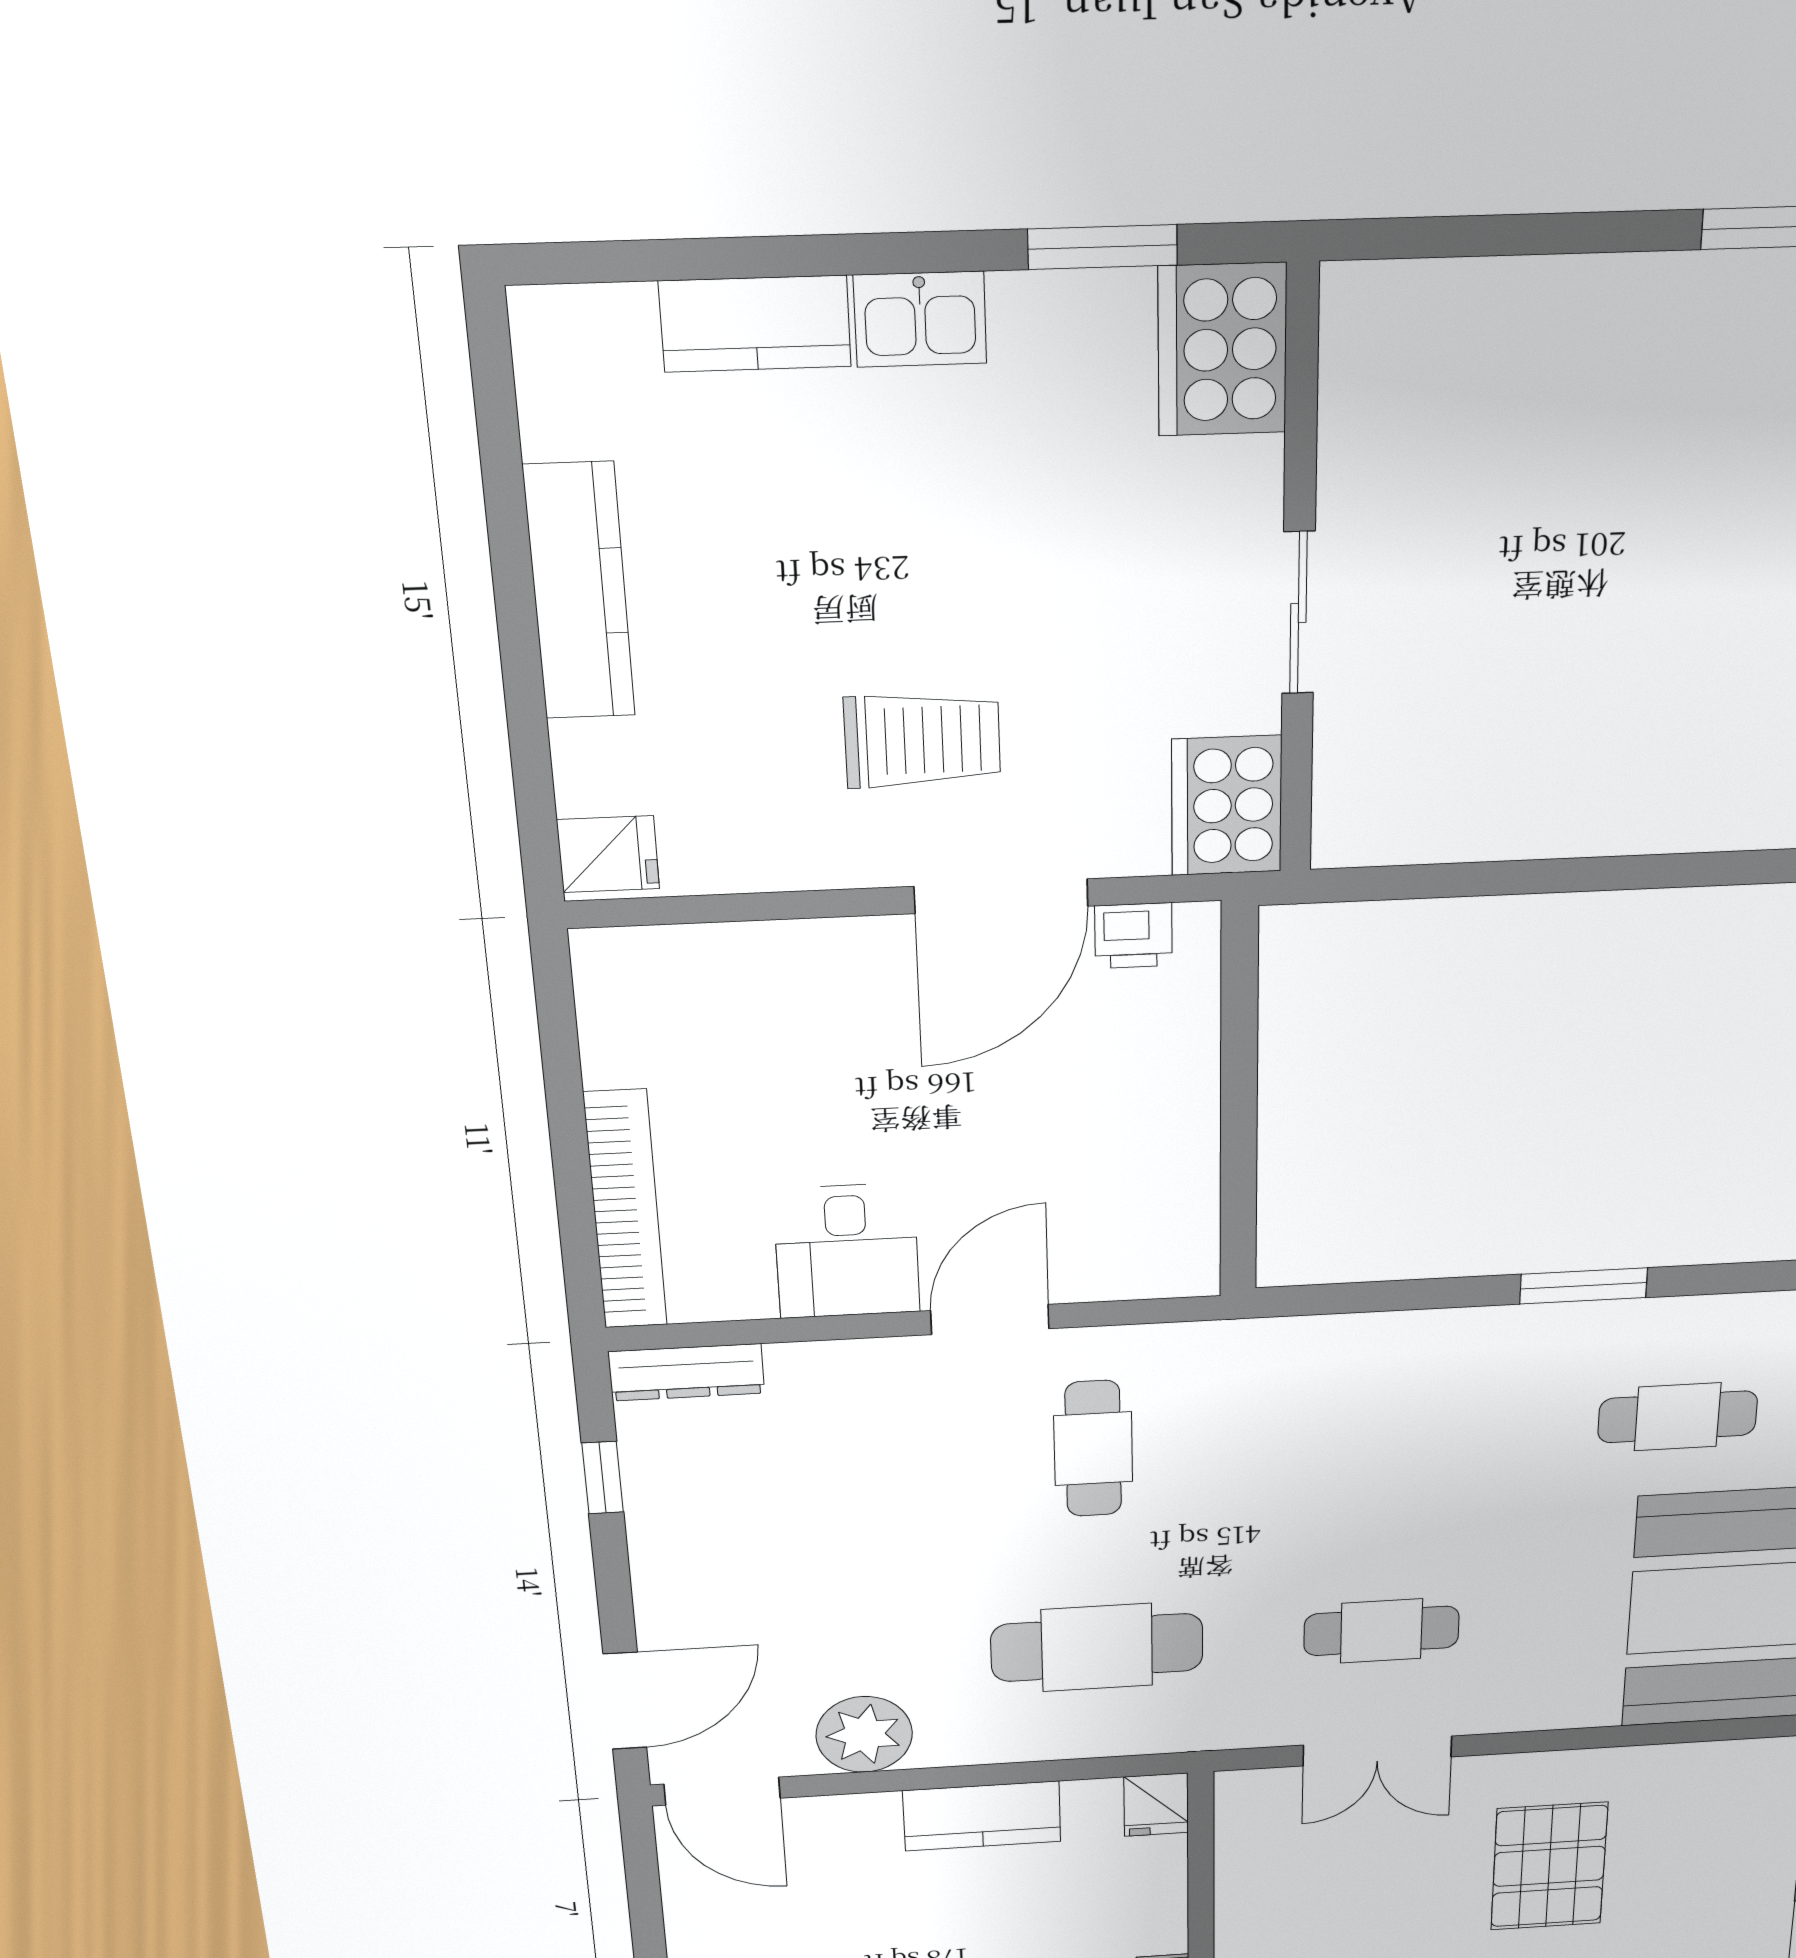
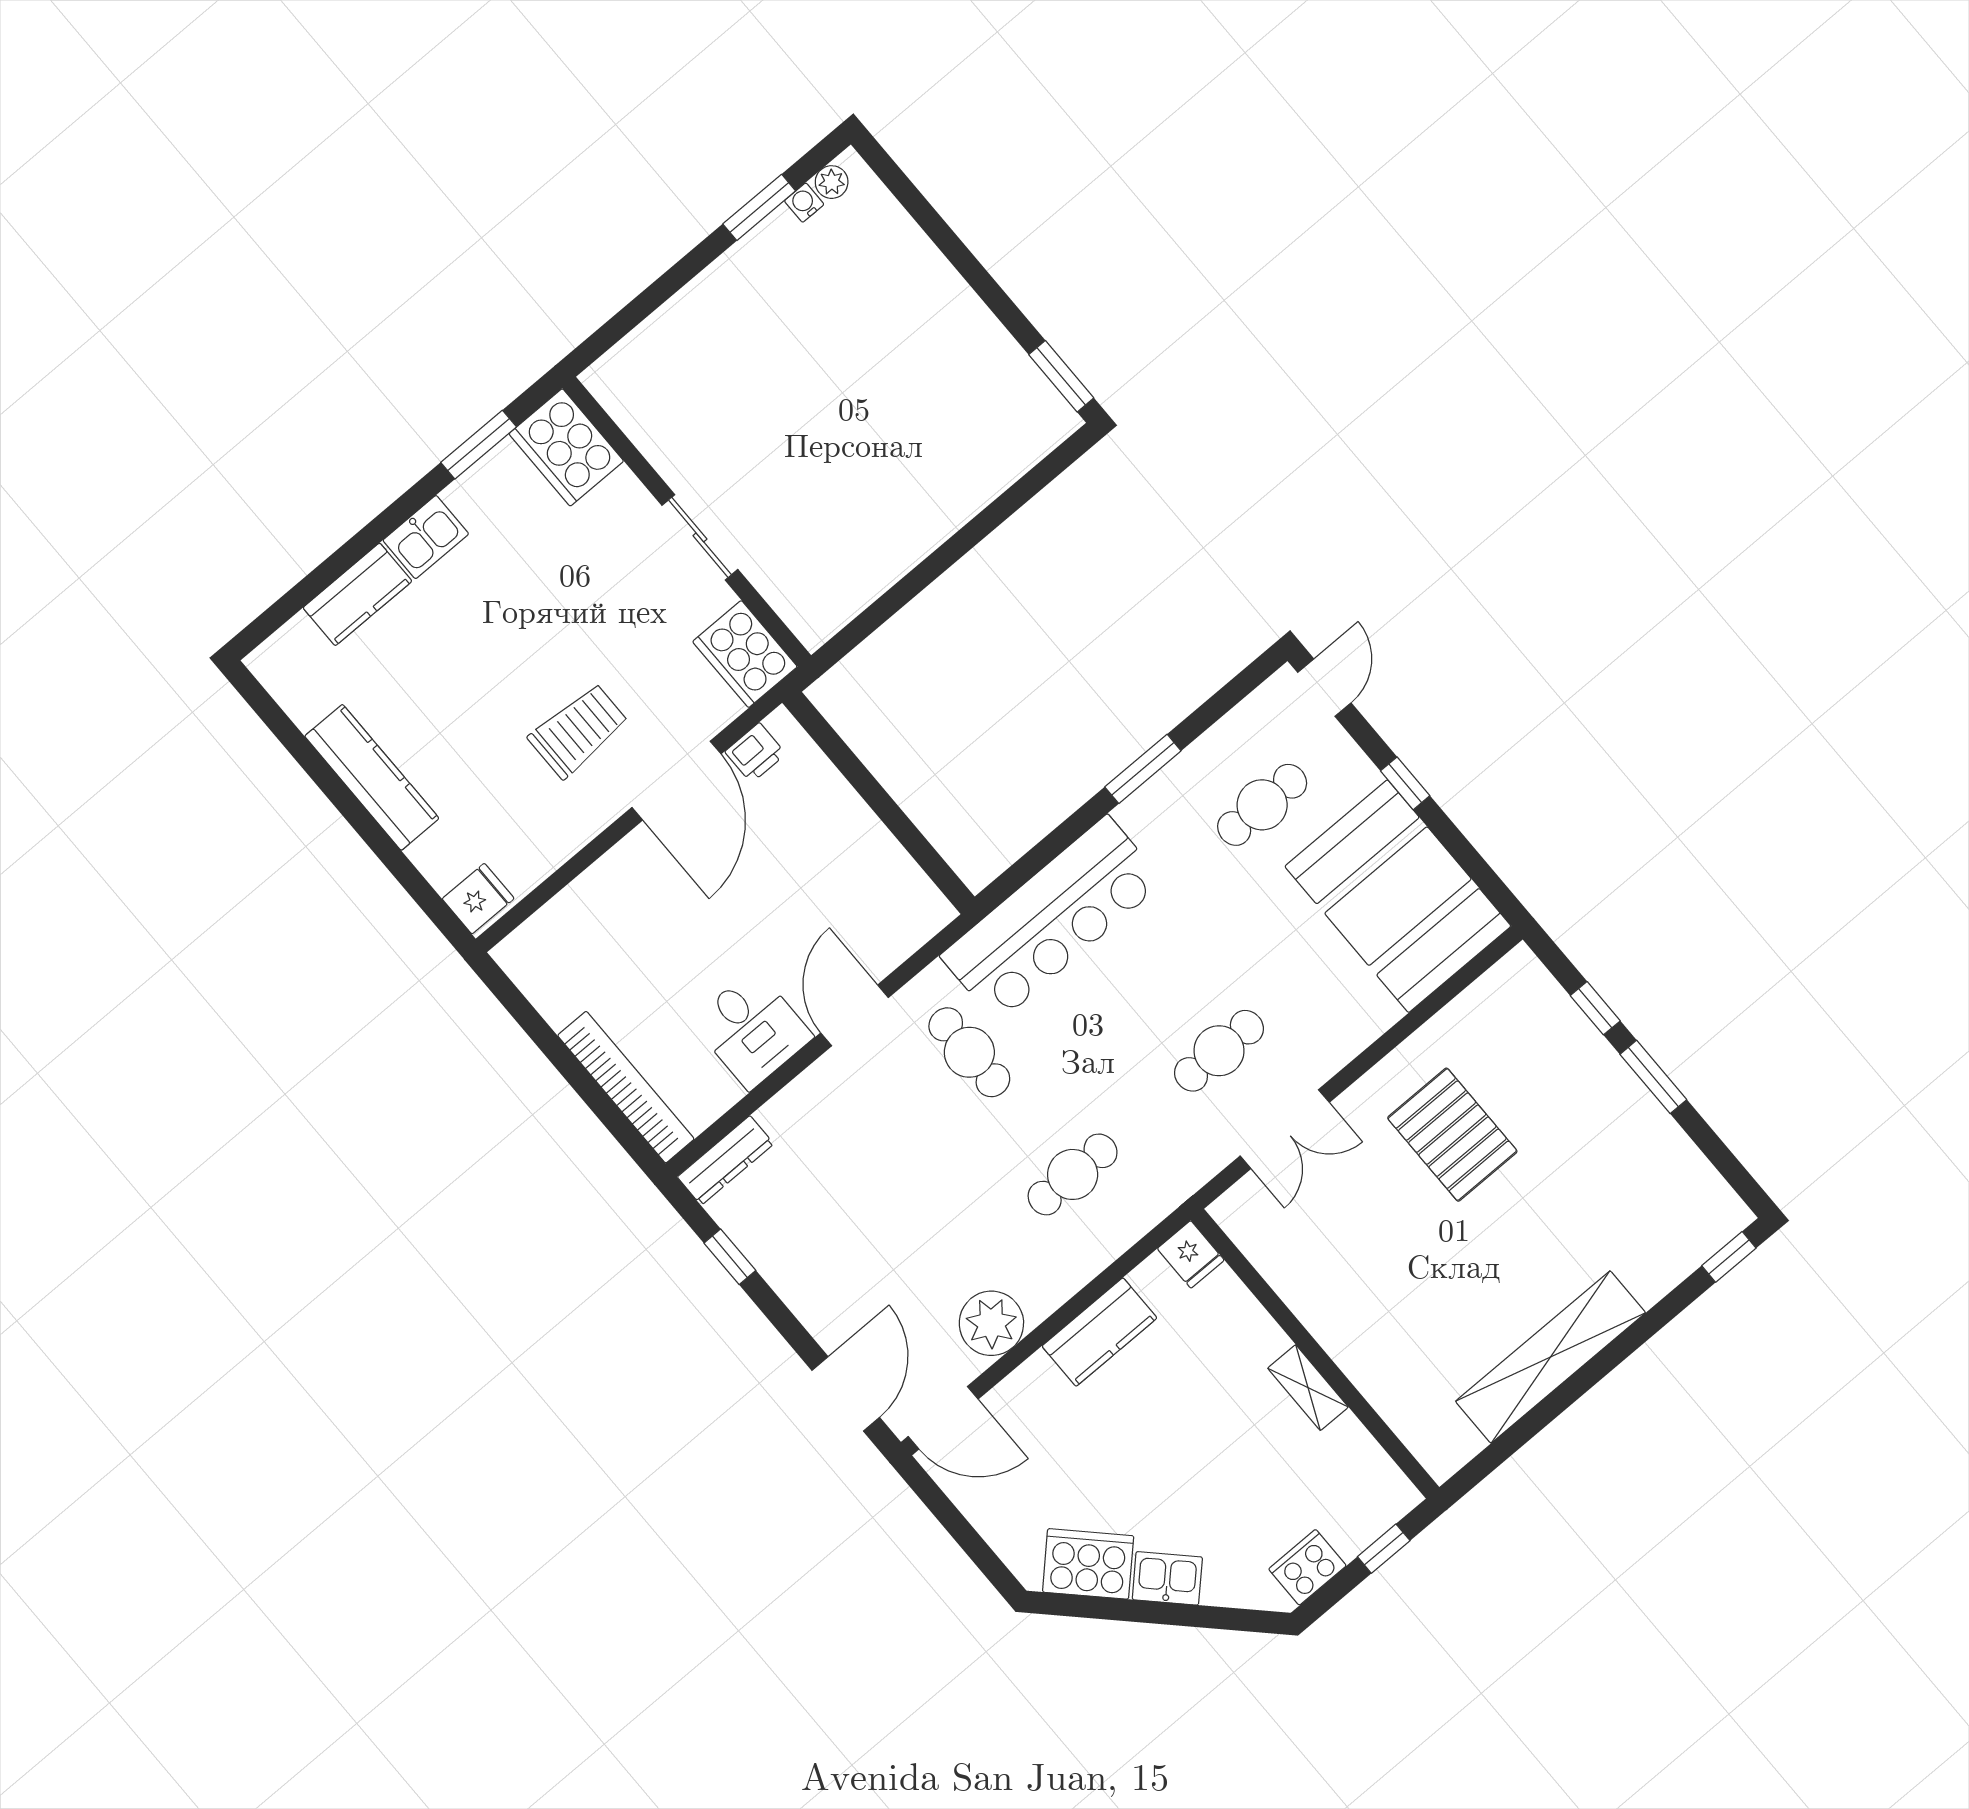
bar counter: (1324, 1373) -> (1052, 919), added
cafe table: (1097, 1648) -> (1073, 1174), width x0.73, depth x0.74

